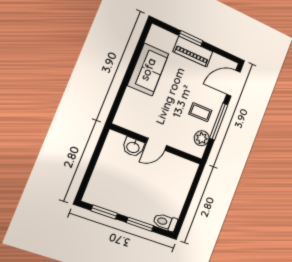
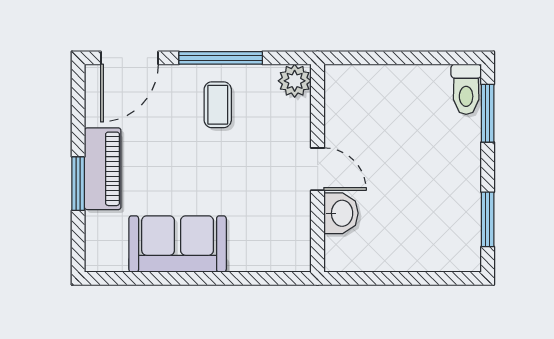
door: (233, 83) -> (129, 58), hinge flipped
plant: (202, 138) -> (295, 81), moved
window: (140, 224) -> (488, 113), moved

